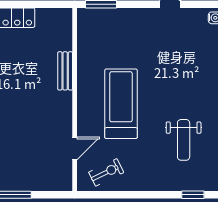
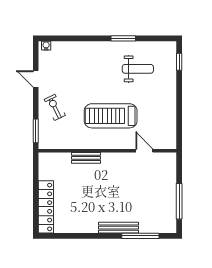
exercise bike: (106, 172) -> (55, 107), moved

